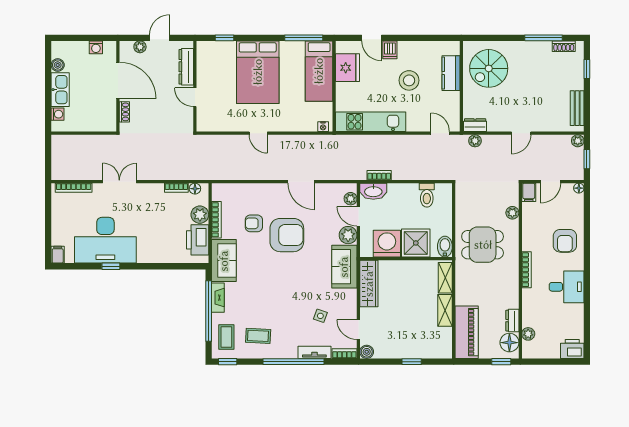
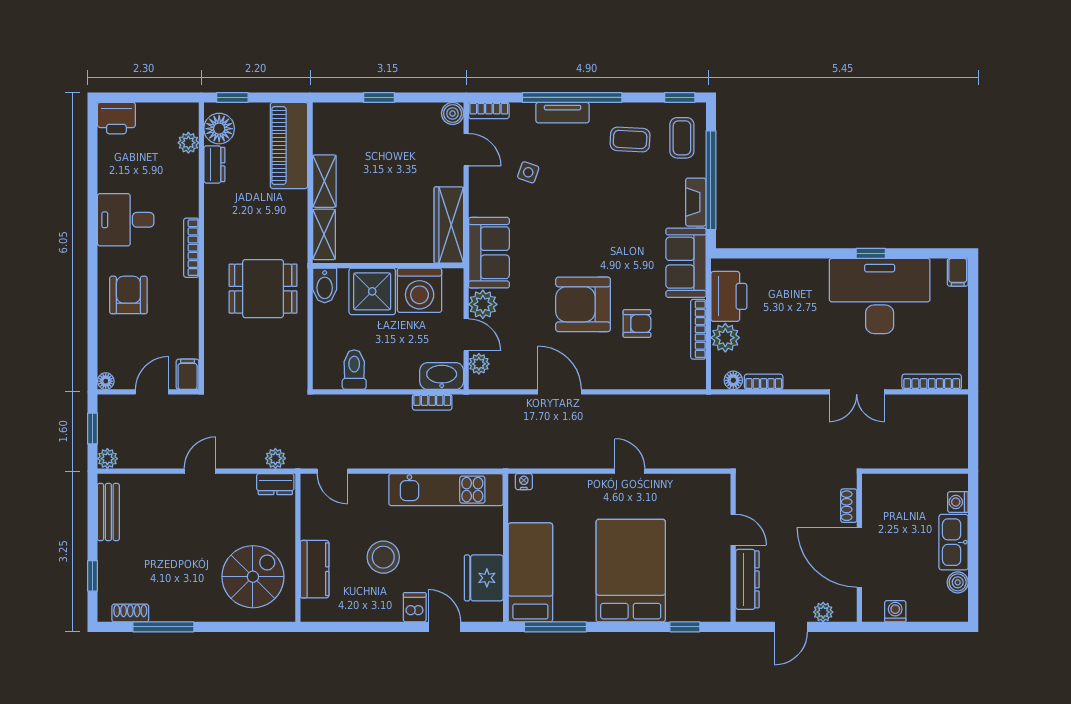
plant: (512, 213) -> (214, 341), removed
tv unit: (314, 352) -> (563, 113), moved

